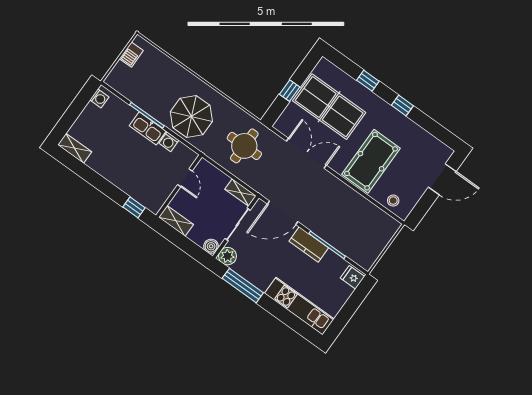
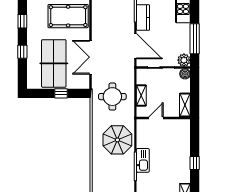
washing machine: (169, 142) -> (142, 142), removed
shelving: (240, 193) -> (141, 95), moved
window: (134, 207) -> (195, 163), moved

